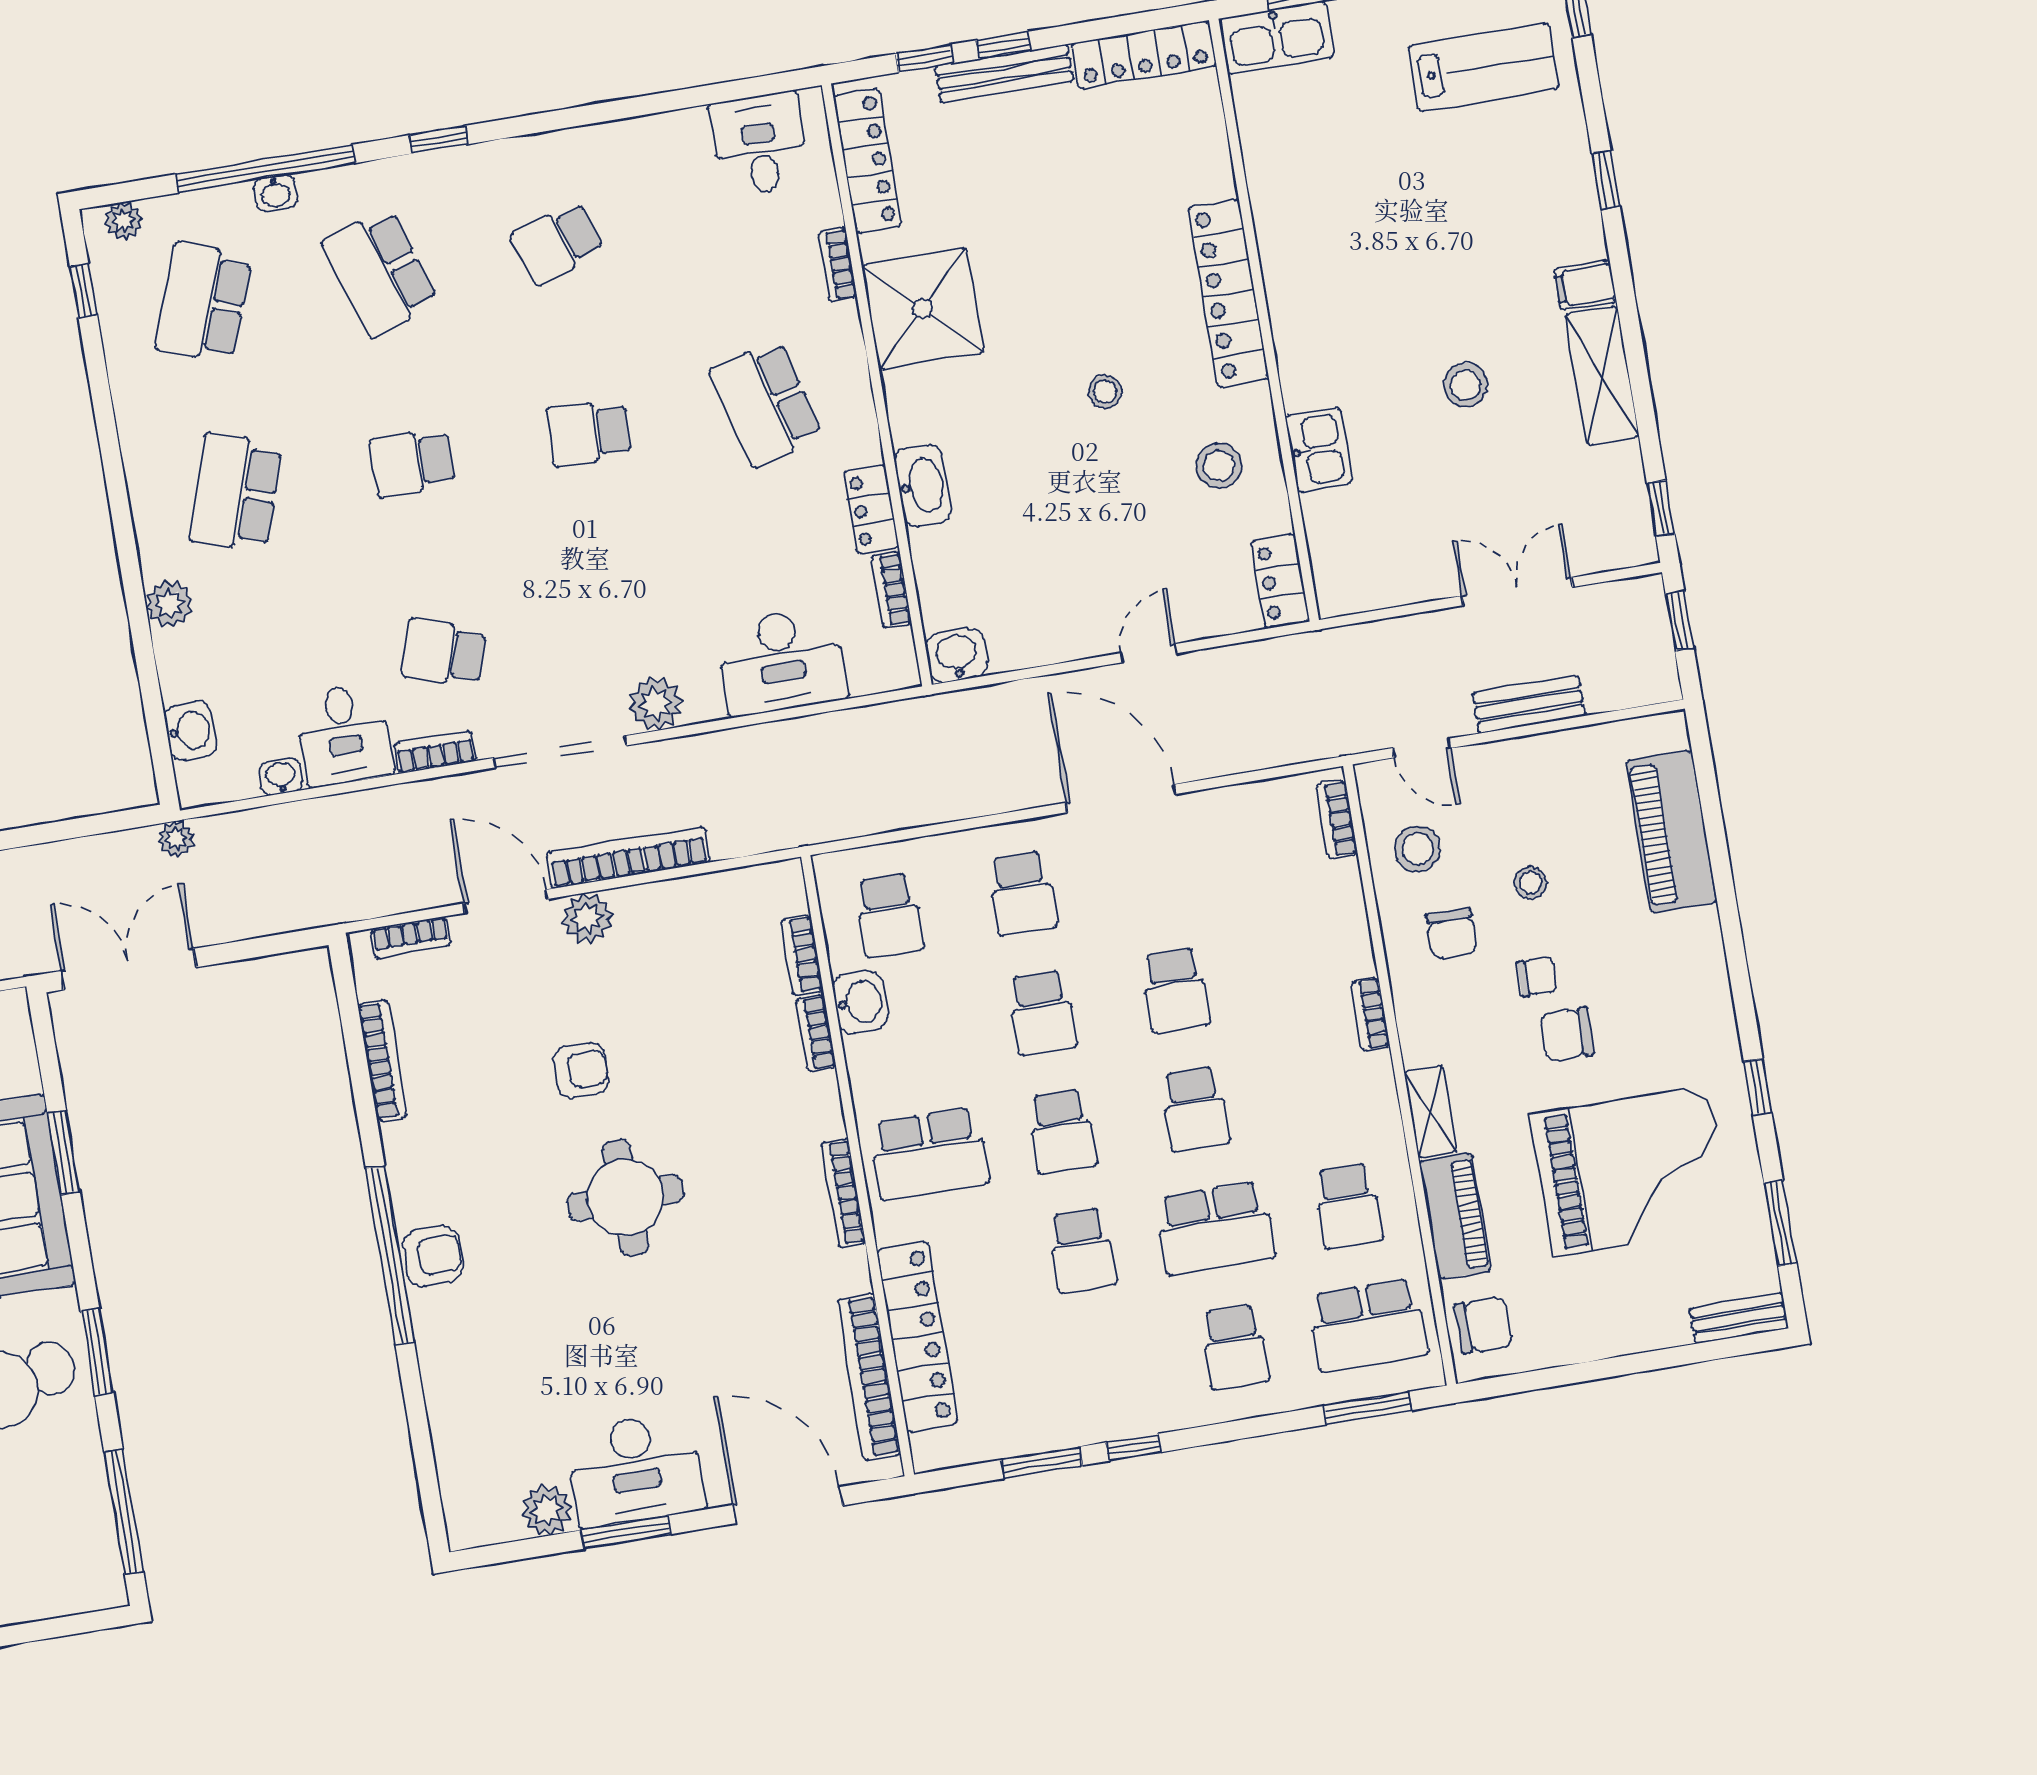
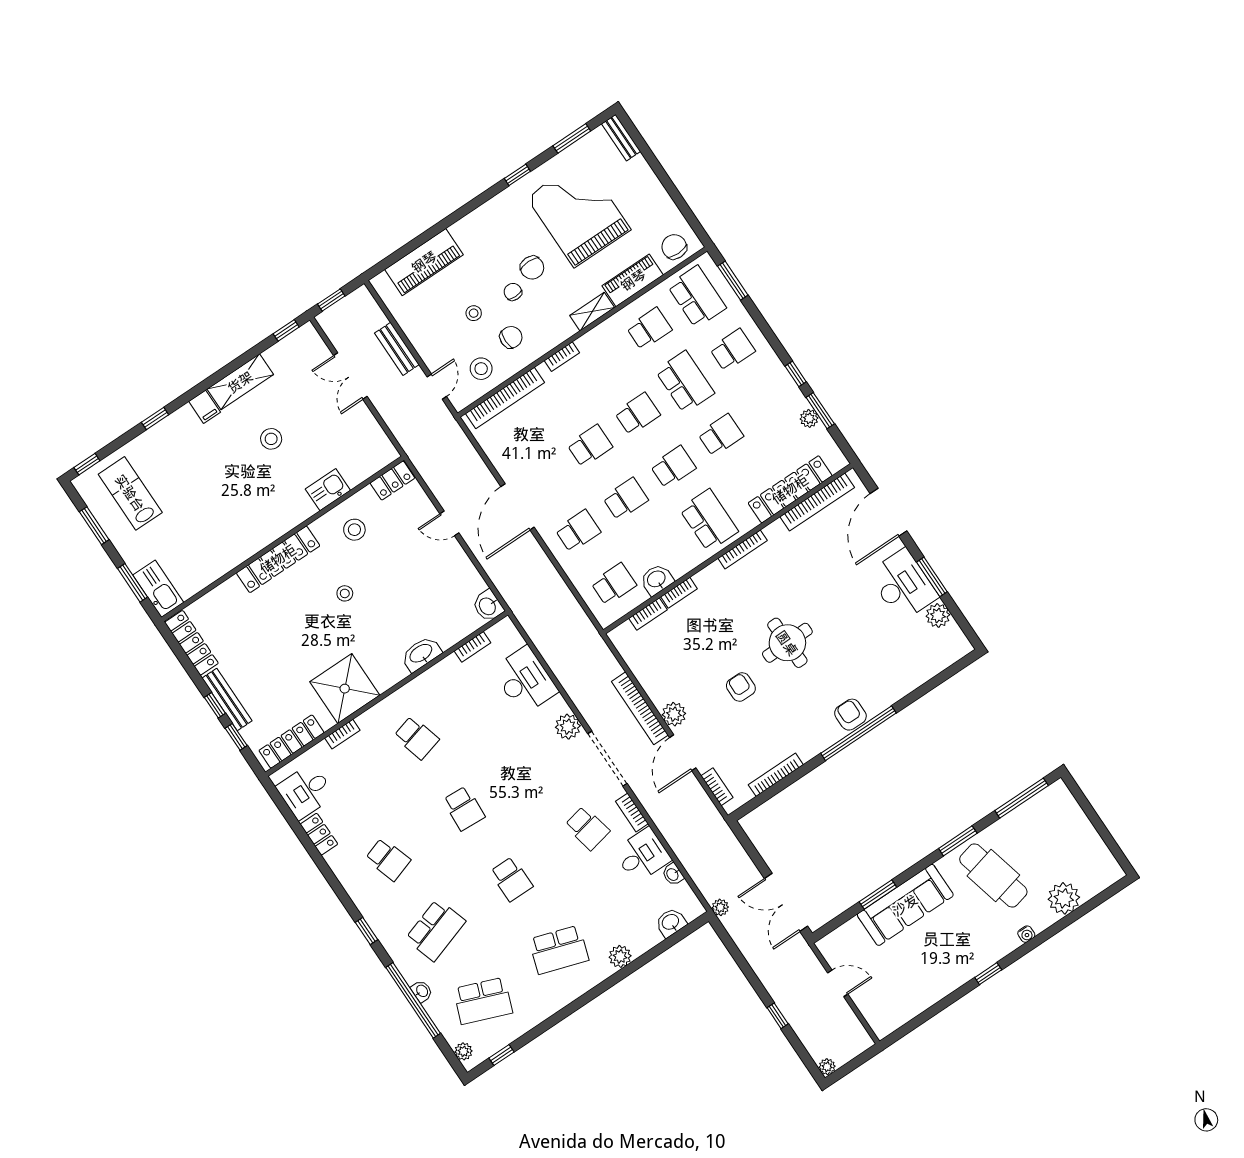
school desk: (766, 403) -> (416, 738), width x0.54
locker: (871, 510) -> (319, 834), moved, turned -90
school desk: (444, 652) -> (587, 828), turned -30
bookcase: (1337, 819) -> (505, 398), width x2.31, depth x1.31
plant: (1037, 1434) -> (809, 418), added

